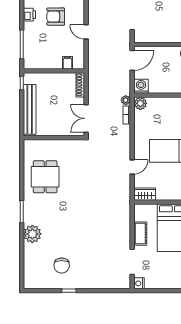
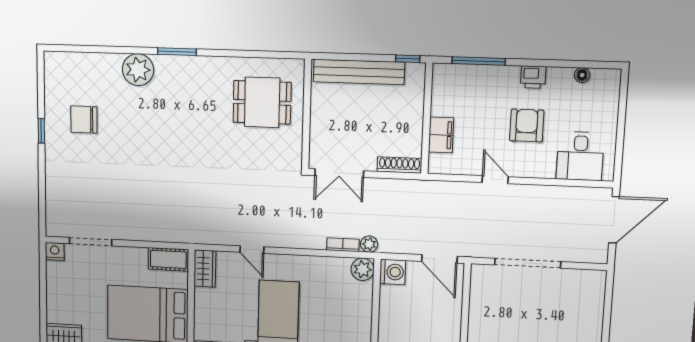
door: (86, 32) -> (495, 180), hinge flipped
filing cabinet: (68, 63) -> (441, 135), width x2.00
double door: (86, 118) -> (339, 173), swing flipped
dining table: (45, 177) -> (262, 102), moved
cot: (140, 234) -> (168, 259), moved

